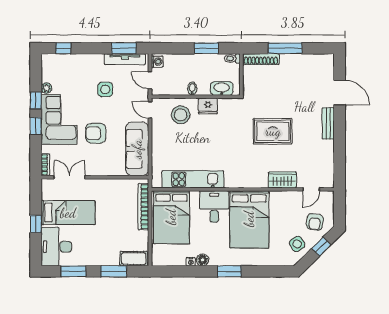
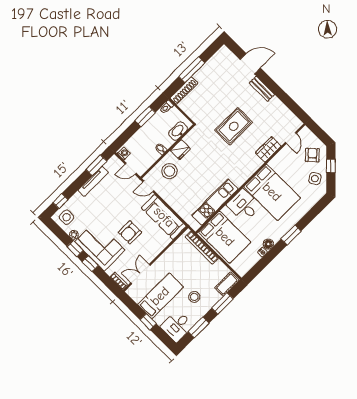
tv unit: (125, 59) -> (93, 181), moved
side table: (105, 89) -> (67, 217), moved
armchair: (315, 222) -> (312, 155), turned -142
stool: (95, 242) -> (194, 297), added
desk: (56, 247) -> (177, 326), width x0.73

